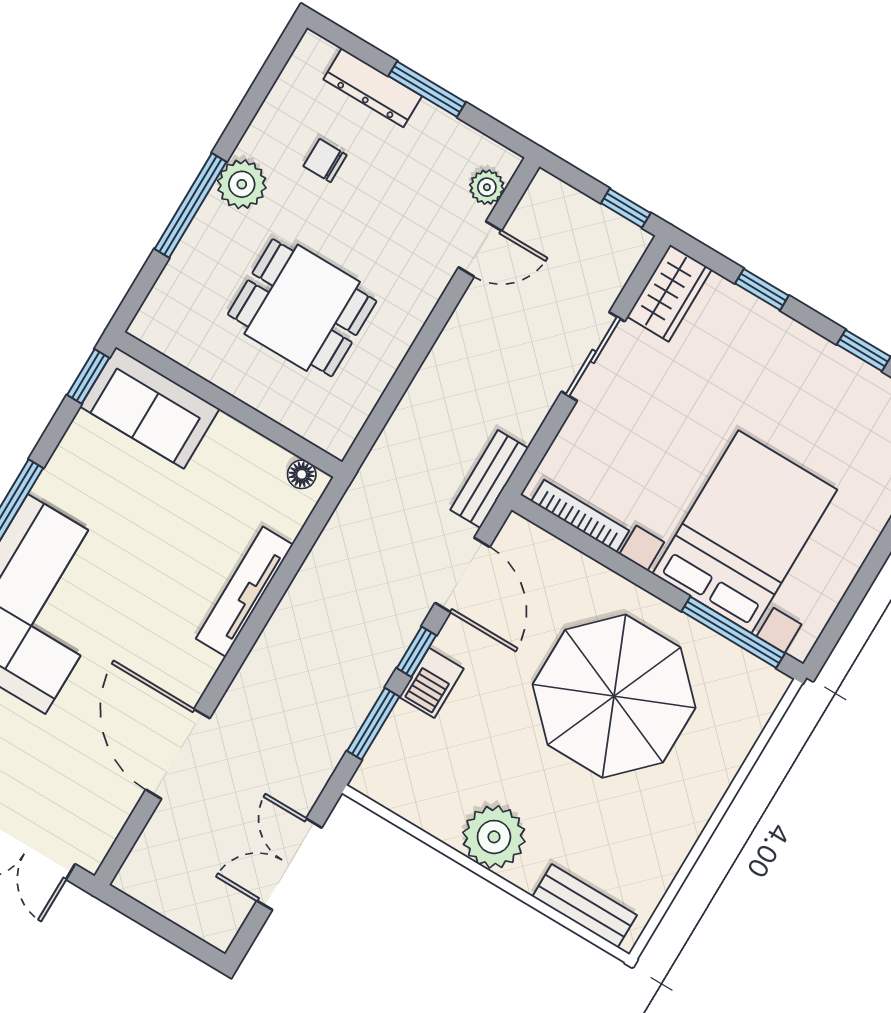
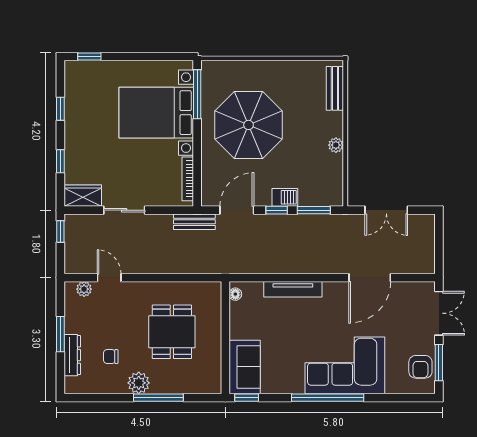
chair: (325, 161) -> (111, 357), turned 90
plant: (494, 837) -> (336, 145), width x0.53, depth x0.53

